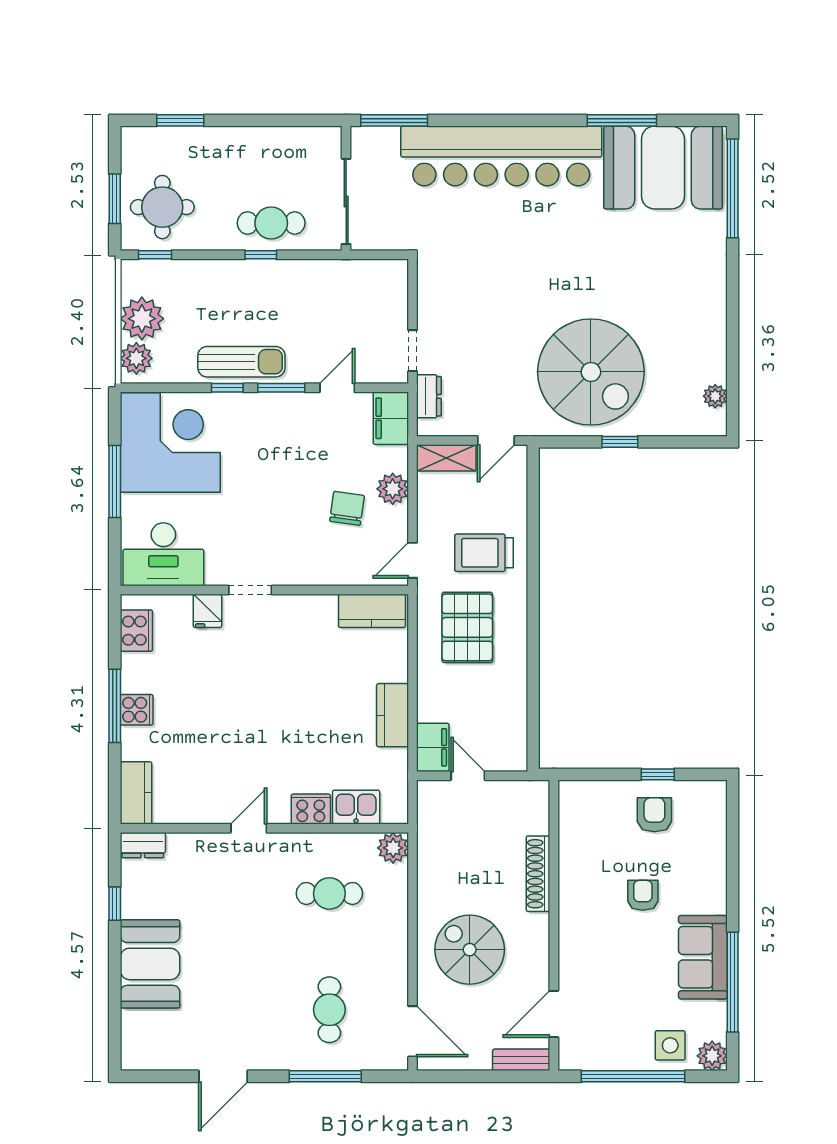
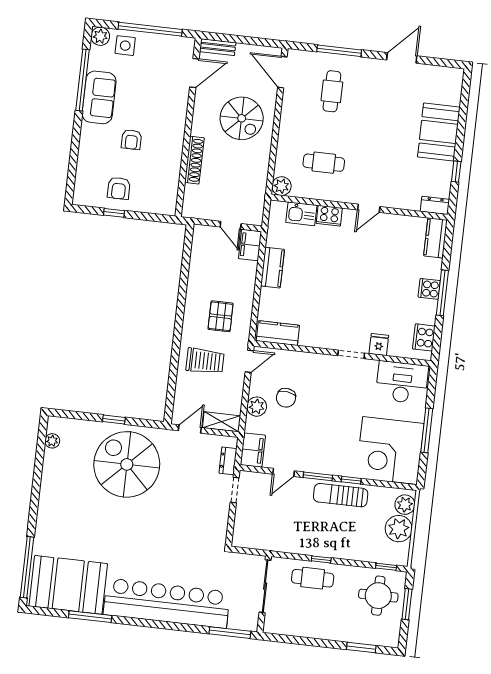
pallet: (467, 627) -> (221, 316), width x0.67, depth x0.71

